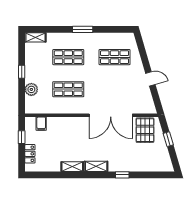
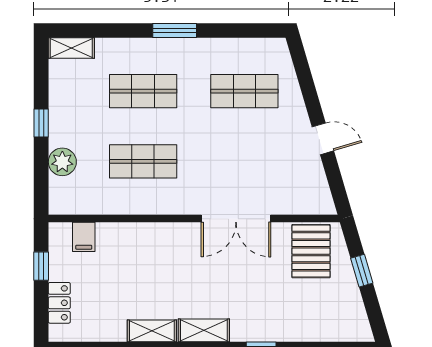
double door: (111, 115) -> (236, 219), width x0.73

